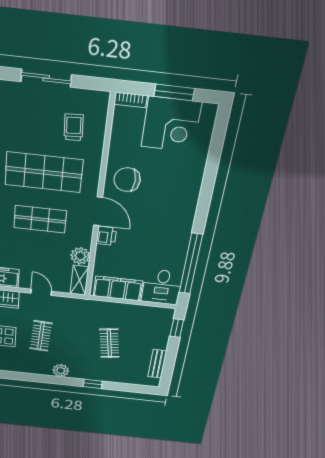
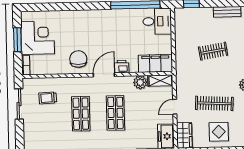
sliding door: (46, 78) -> (19, 104), moved
shop shelf: (44, 172) -> (81, 114), width x0.70, depth x0.74
chair: (127, 180) -> (78, 59), turned 180
filing cabinet: (118, 289) -> (155, 63), moved, turned 90
clothes rail: (41, 336) -> (214, 103), width x1.36

